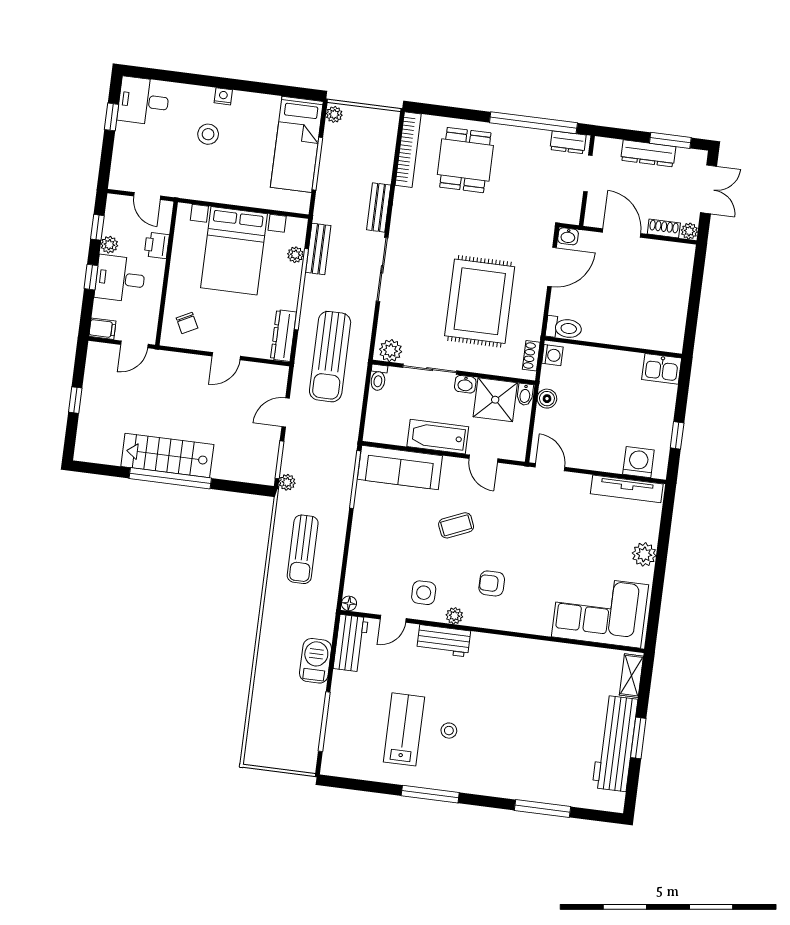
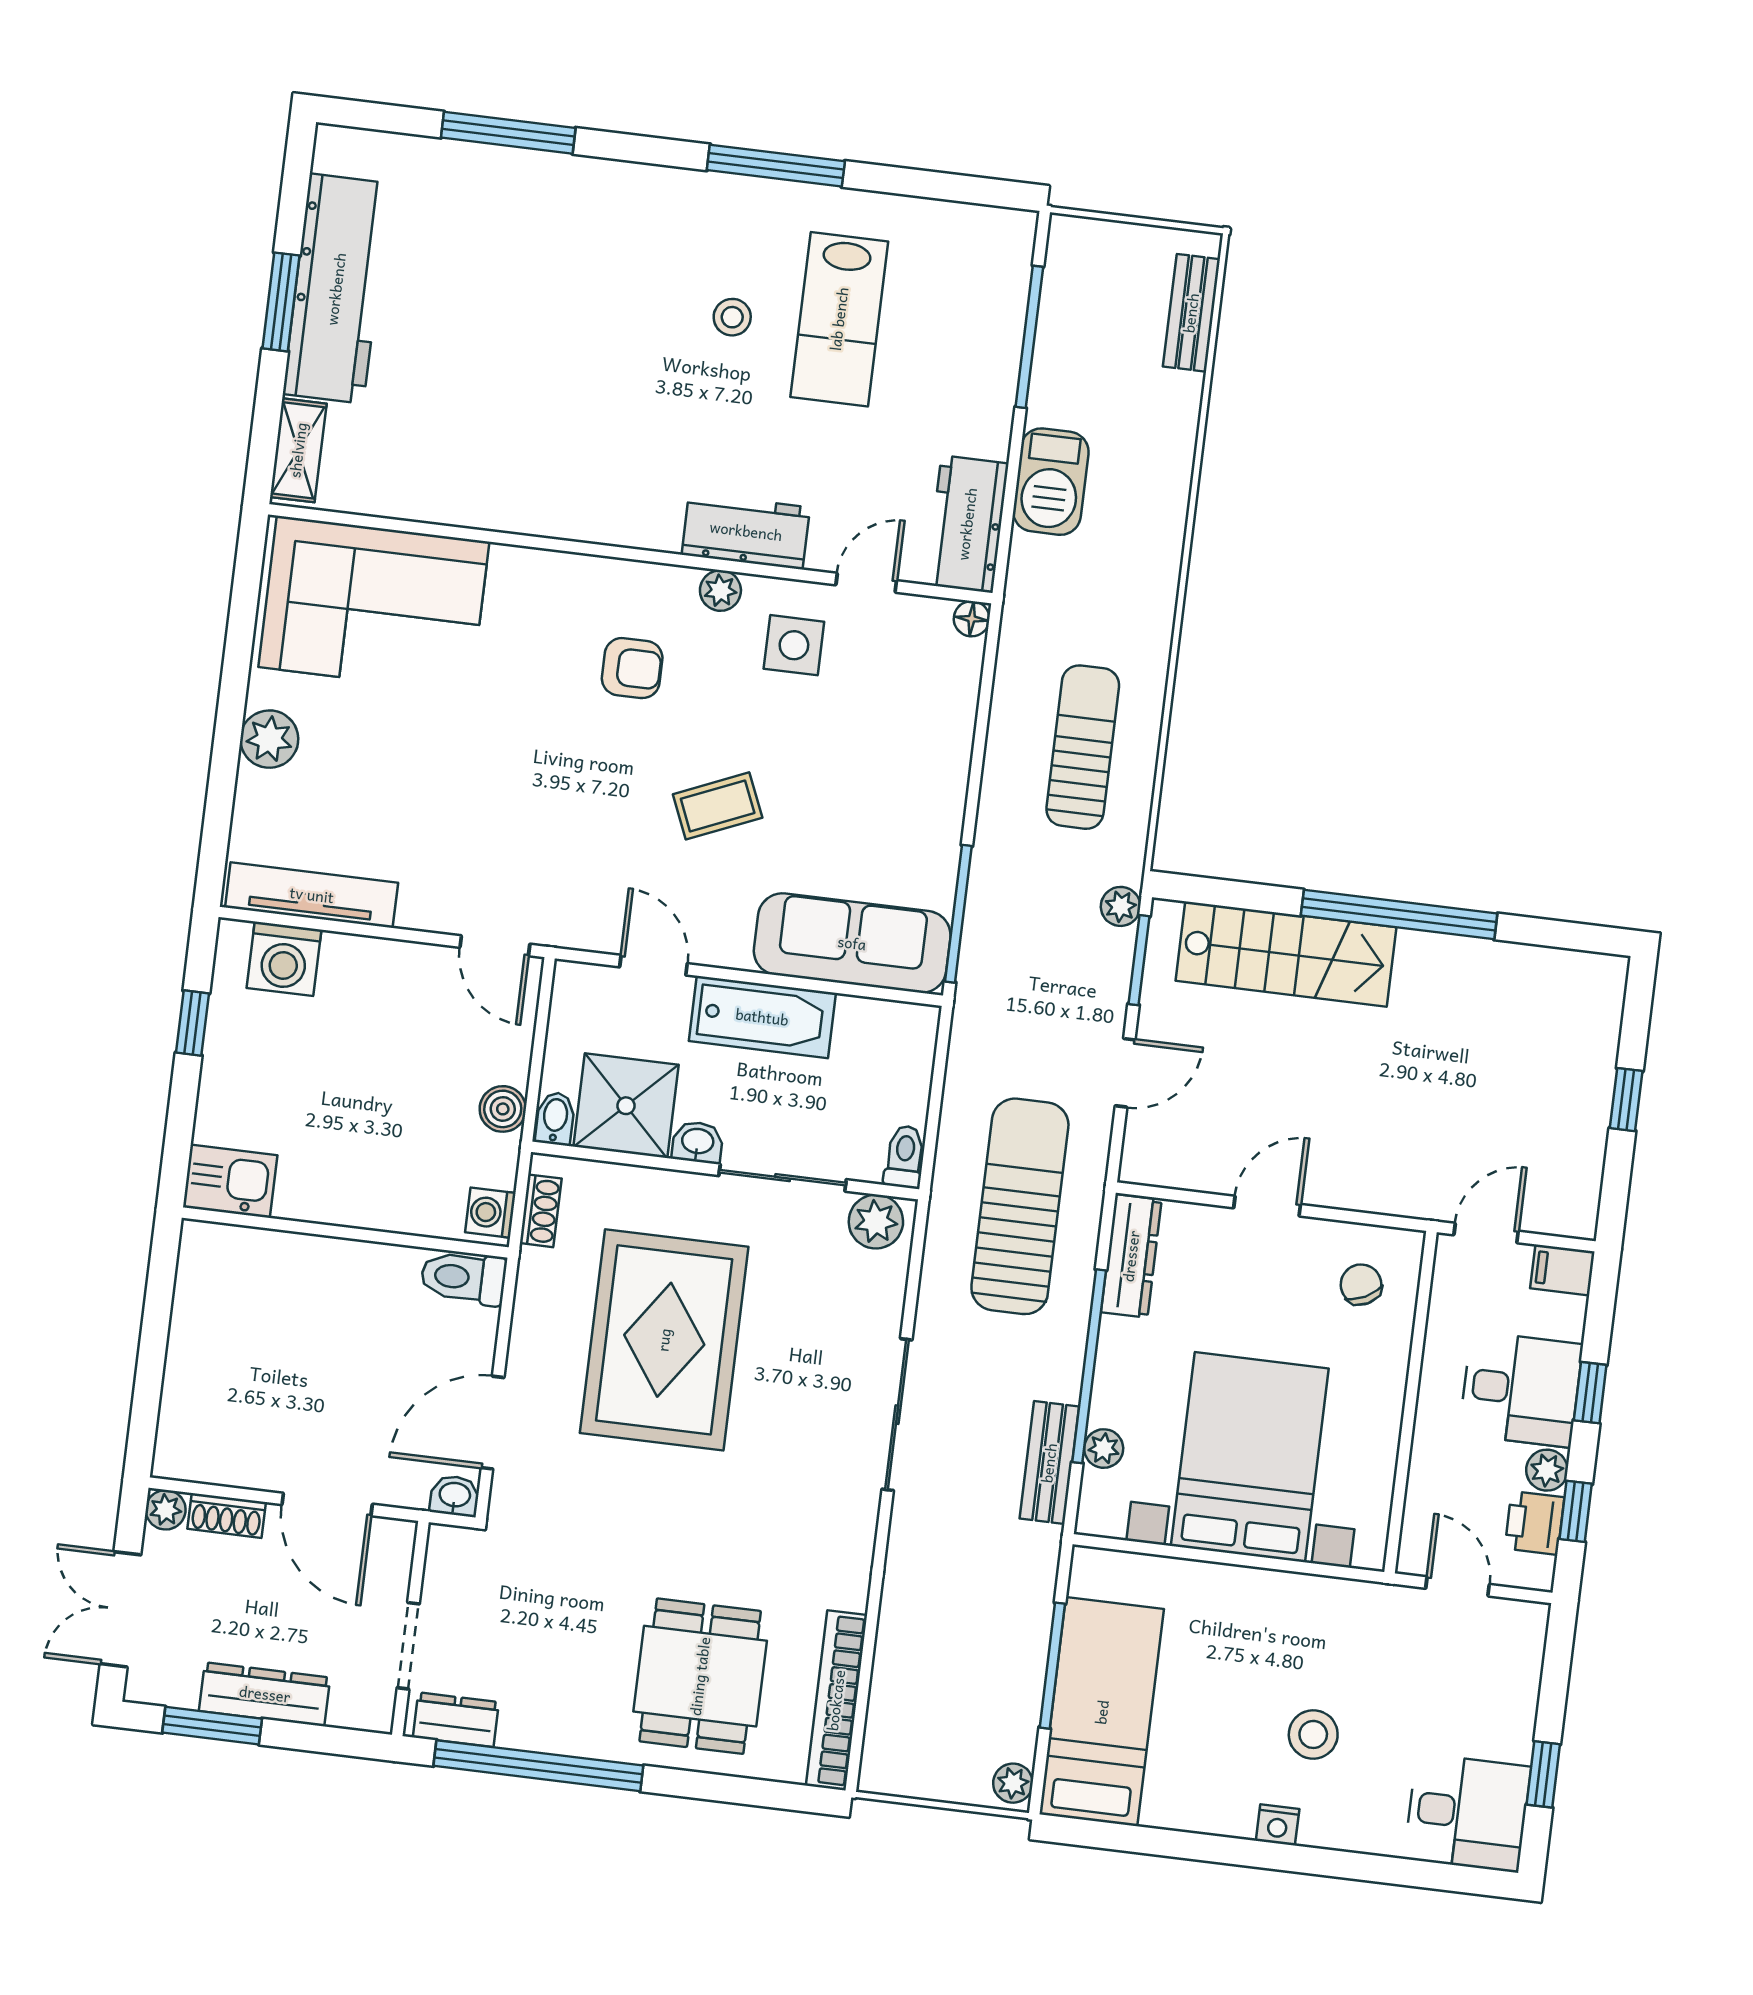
bench: (379, 207) -> (1191, 313), moved
printer: (157, 245) -> (1534, 1523), moved, turned 180
stairs: (167, 455) -> (1286, 954), moved

